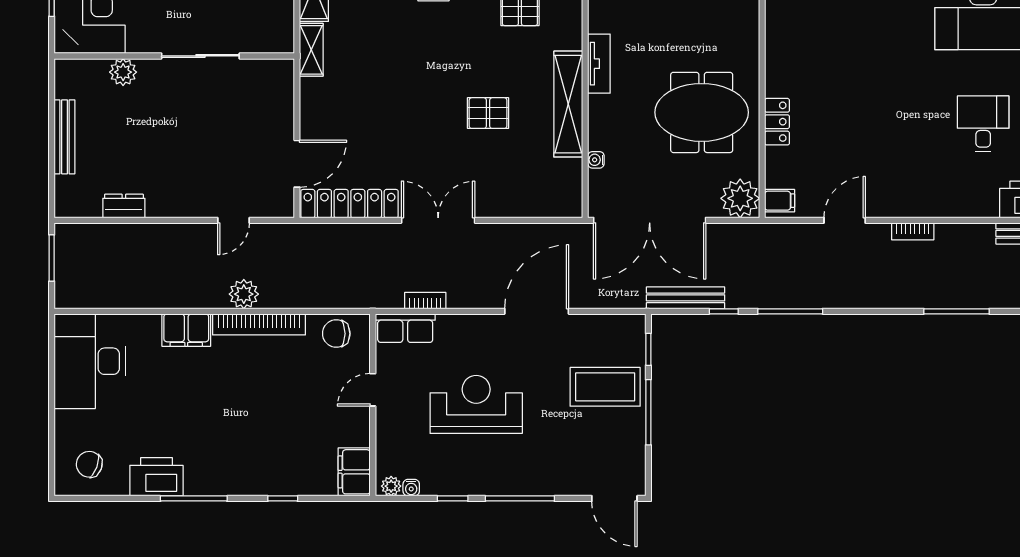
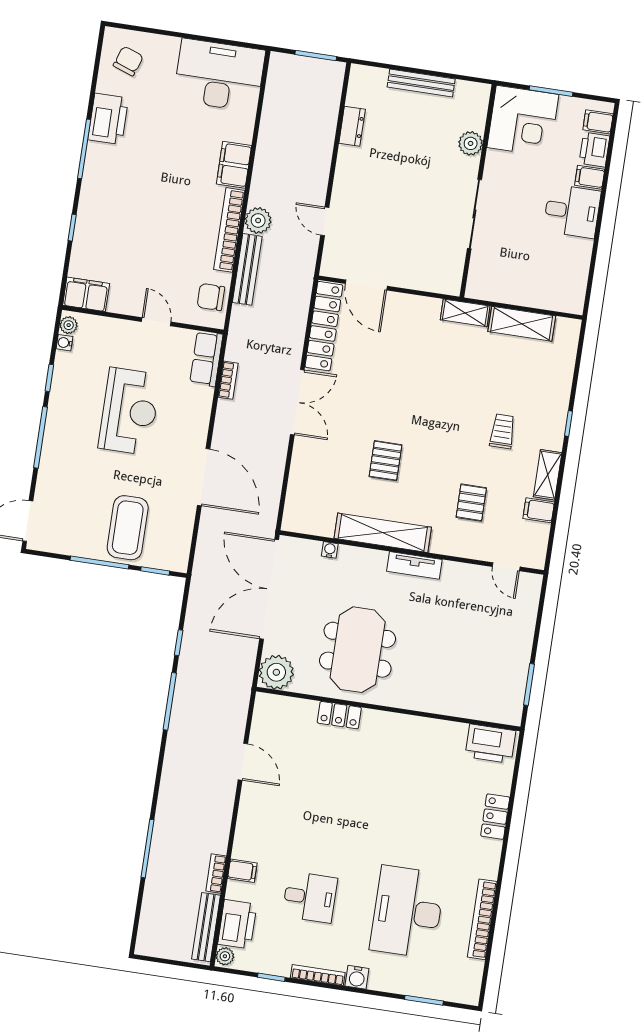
filing cabinet: (780, 201) -> (242, 871), moved, turned -90
bookcase: (913, 231) -> (216, 874), moved
bench: (686, 298) -> (247, 269), moved
chair: (336, 334) -> (211, 297), turned -90

